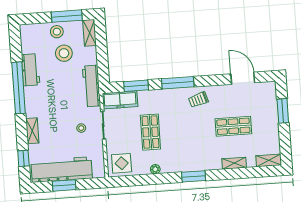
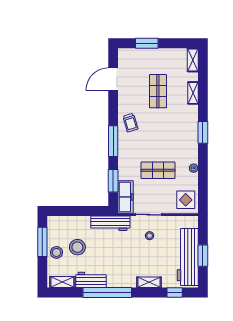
shelving: (90, 33) -> (62, 282), moved

